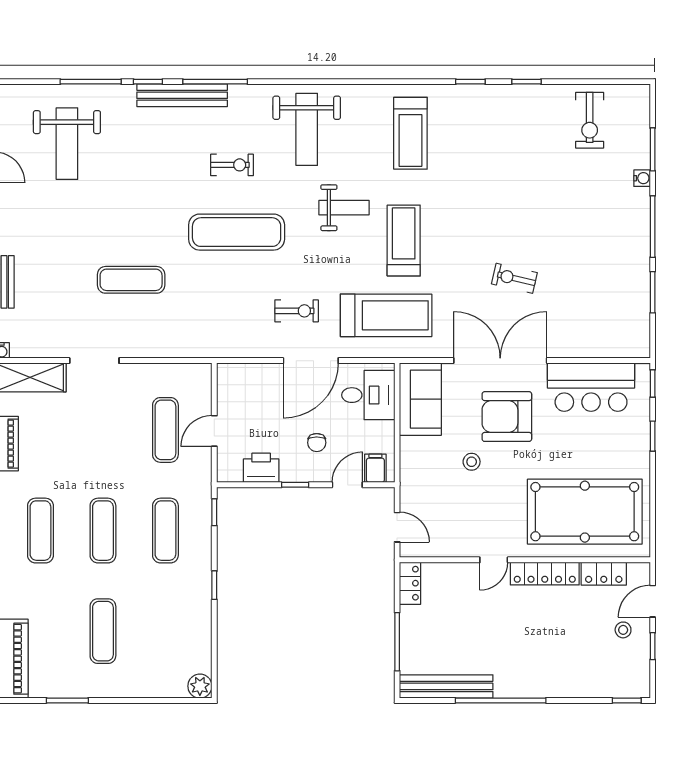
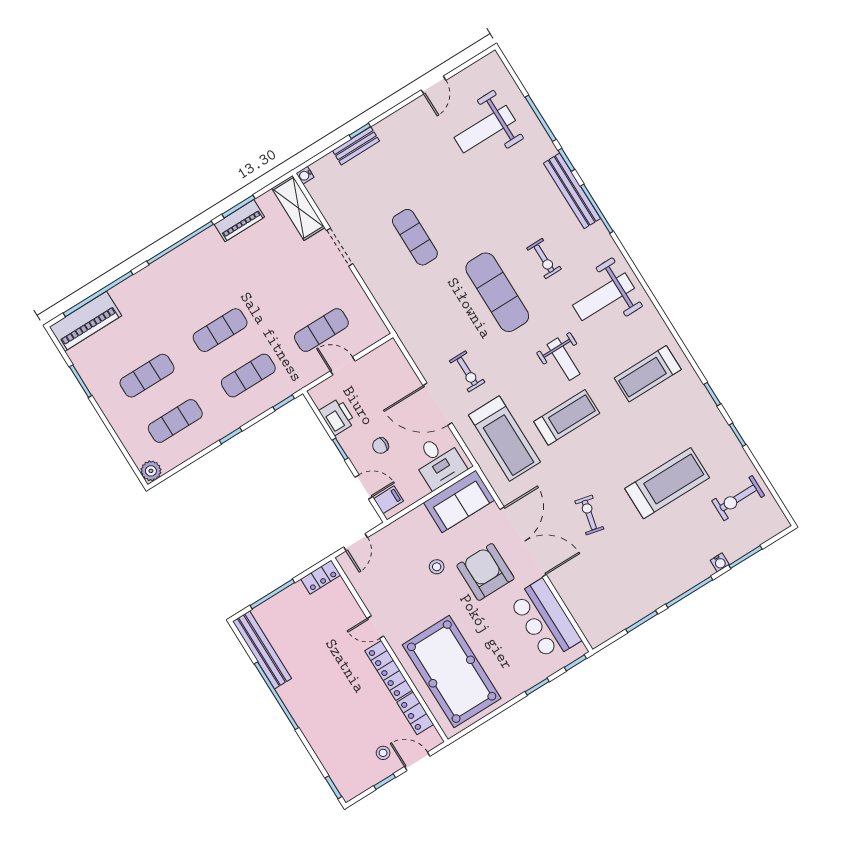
treadmill: (531, 181) -> (667, 483), added
exercise mat: (40, 531) -> (175, 421), moved

